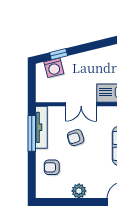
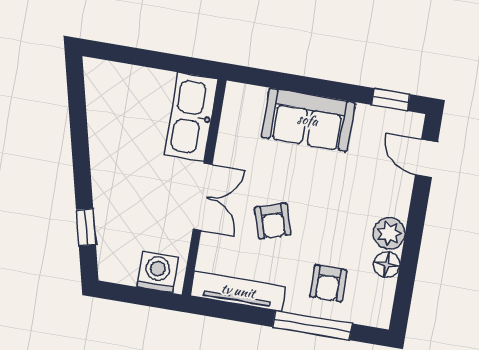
washing machine: (54, 68) -> (157, 272), moved, turned -76
window: (32, 133) -> (312, 325), moved
floor lamp: (65, 192) -> (387, 264), added

